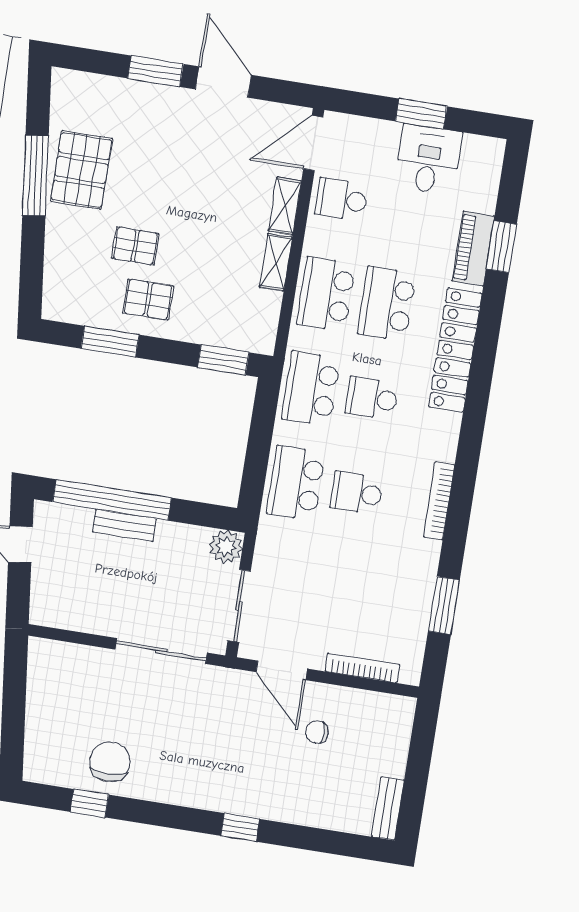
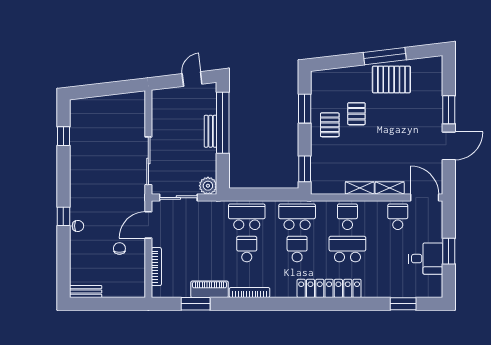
window: (501, 247) -> (403, 304), moved
piano: (473, 249) -> (210, 289), moved
school desk: (326, 294) -> (347, 217), width x0.54
chair: (110, 762) -> (78, 226), moved, width x0.54, depth x0.54

